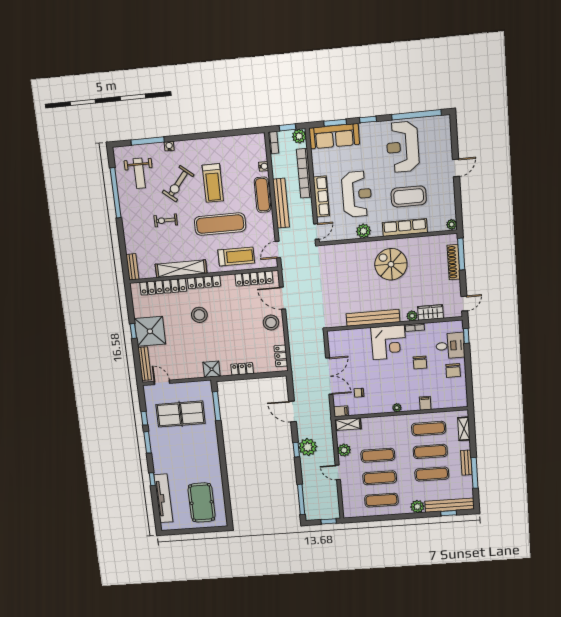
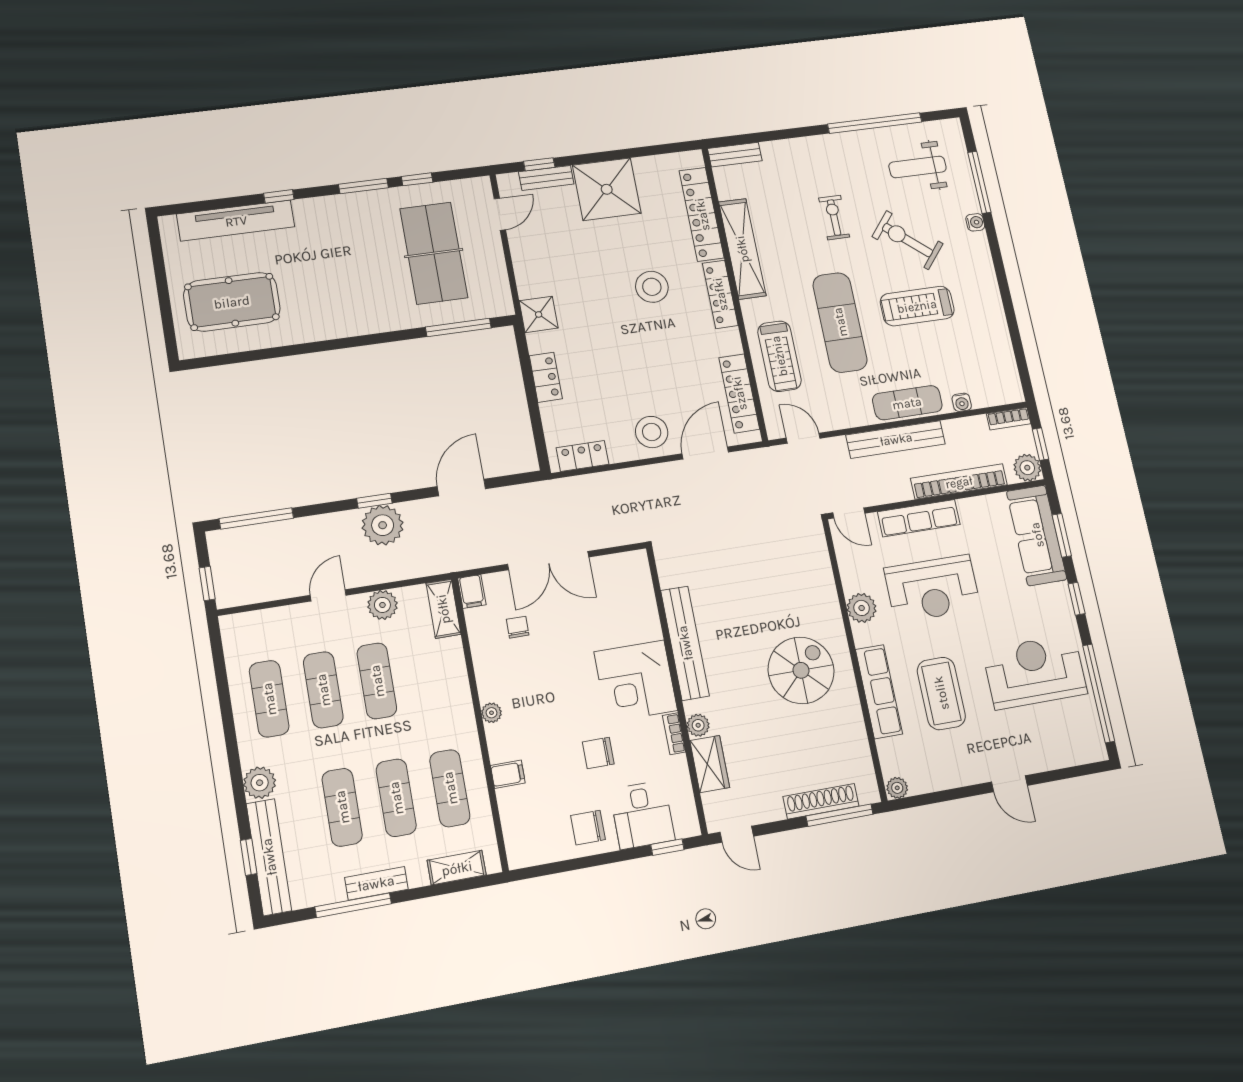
window: (133, 331) -> (539, 164), moved
bench: (145, 364) -> (546, 178), width x0.73

